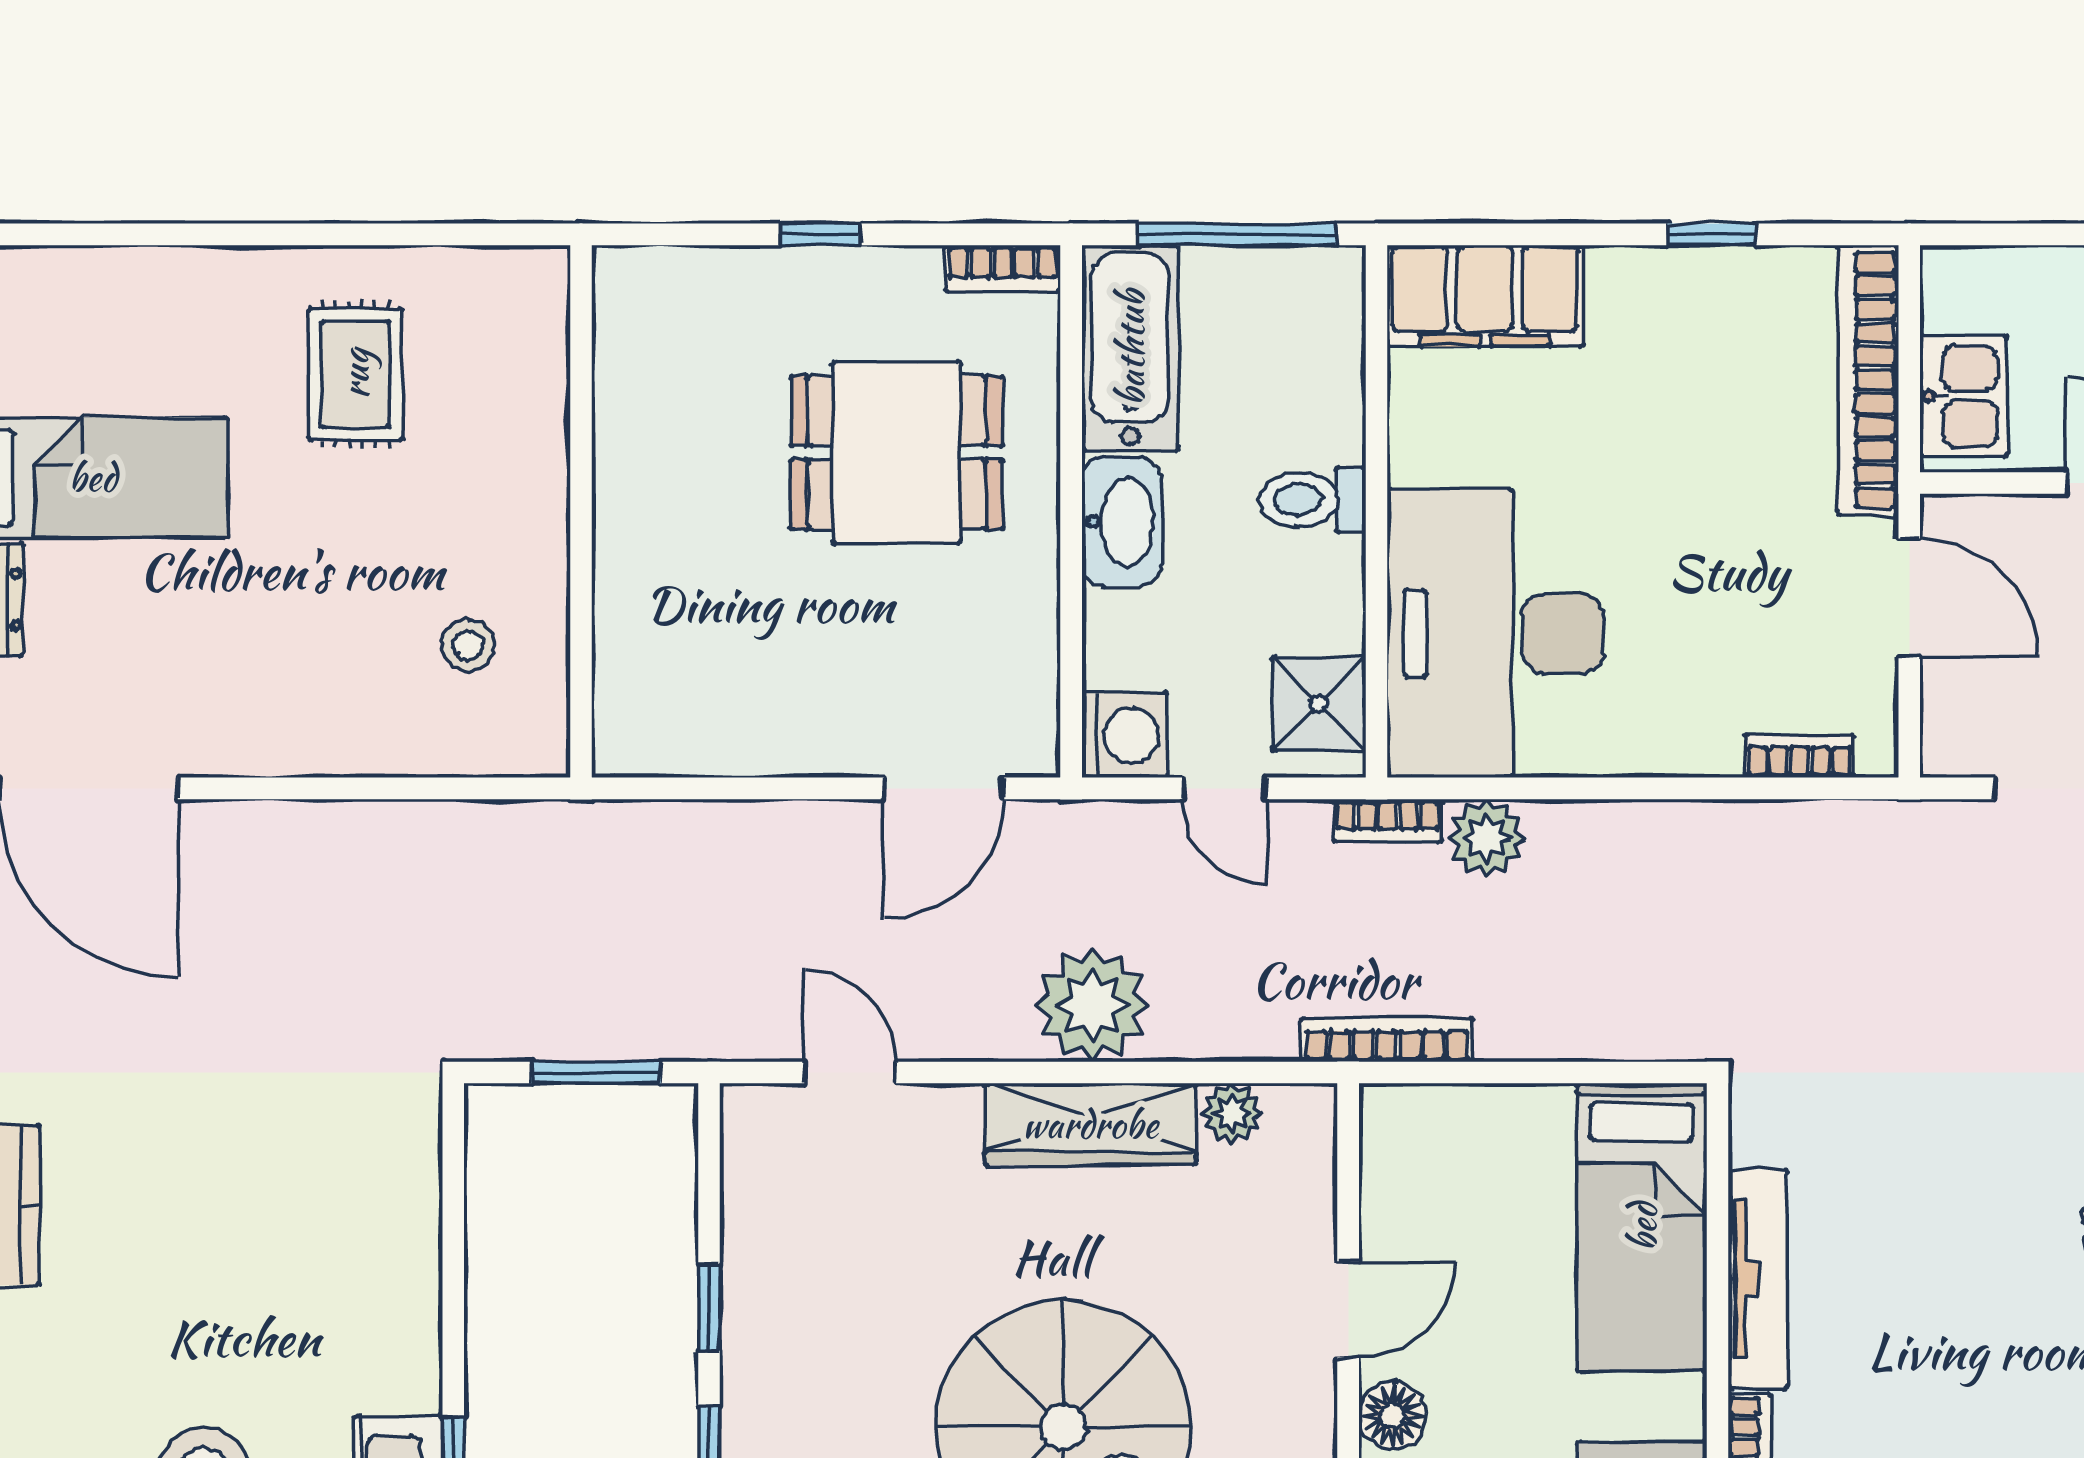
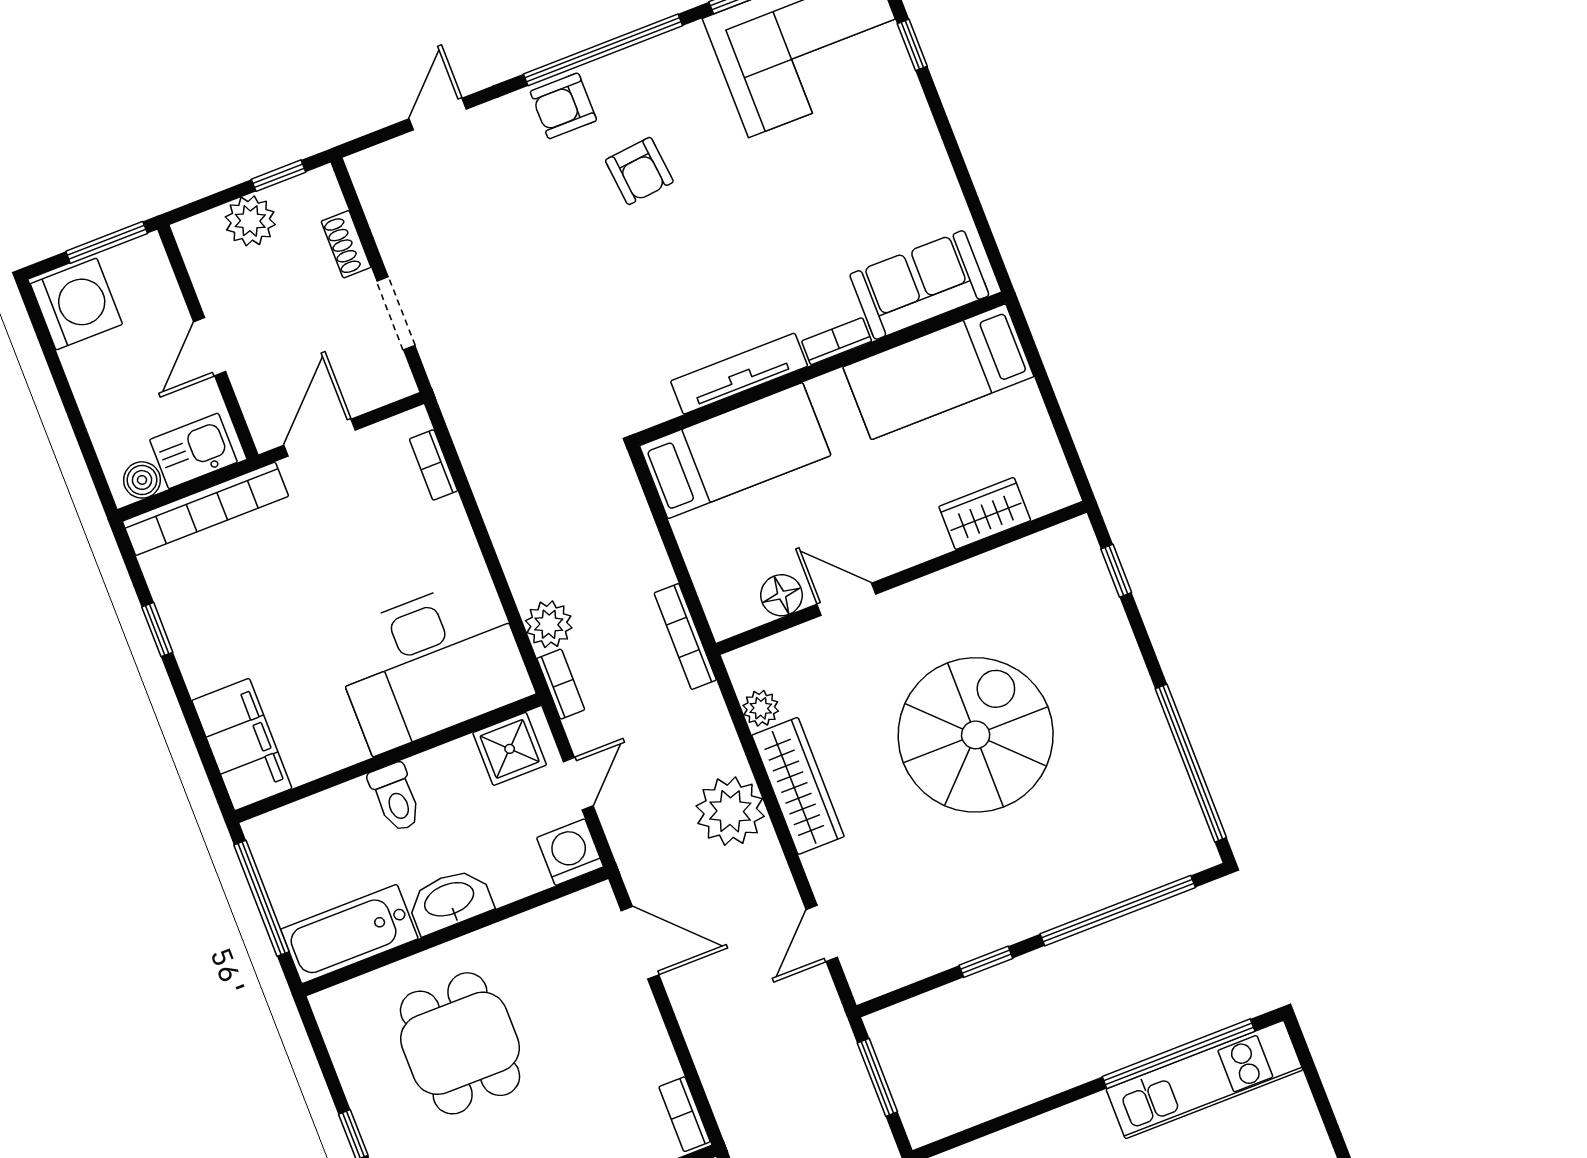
bookcase: (1003, 268) -> (685, 1114), moved, turned 180
boiler: (1950, 300) -> (142, 480), added
floor lamp: (1393, 1416) -> (782, 595), moved

